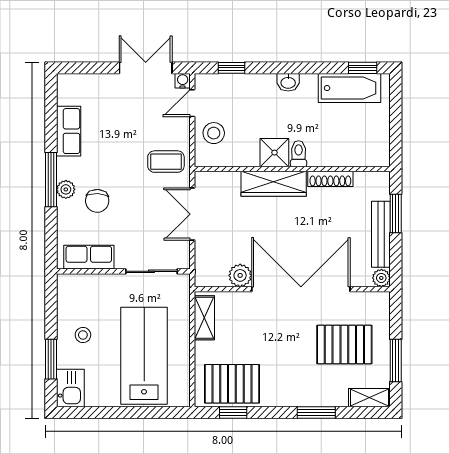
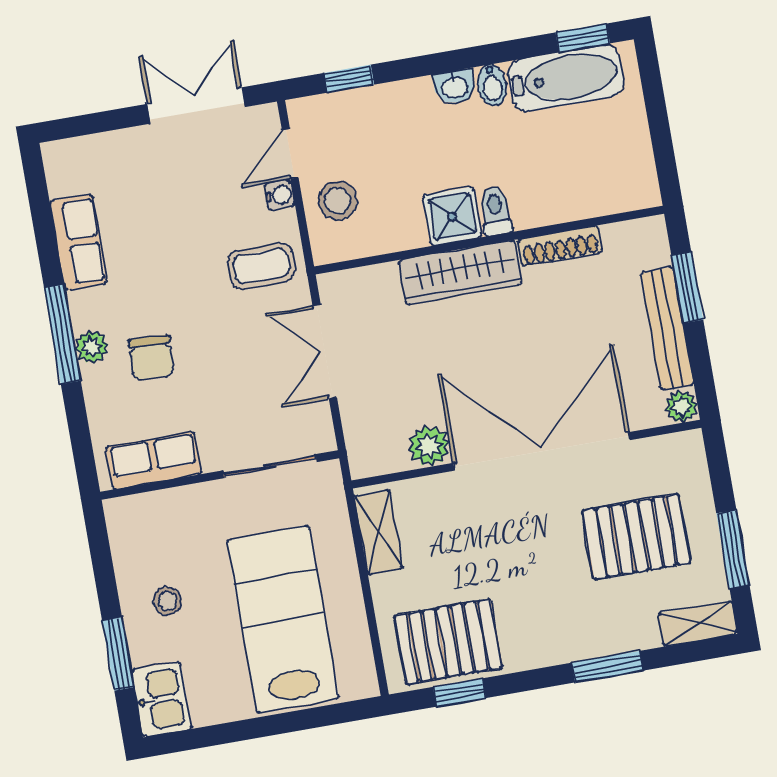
water cooler: (183, 81) -> (280, 195), moved, turned 90
bidet: (309, 85) -> (492, 85), added

